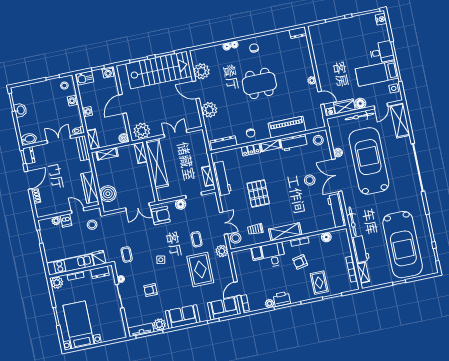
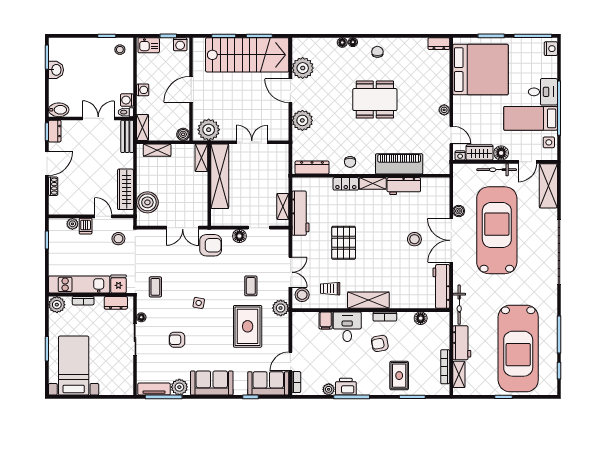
bed: (332, 45) -> (481, 70), added
washing machine: (73, 101) -> (127, 100), moved
stool: (318, 140) -> (436, 189), removed

